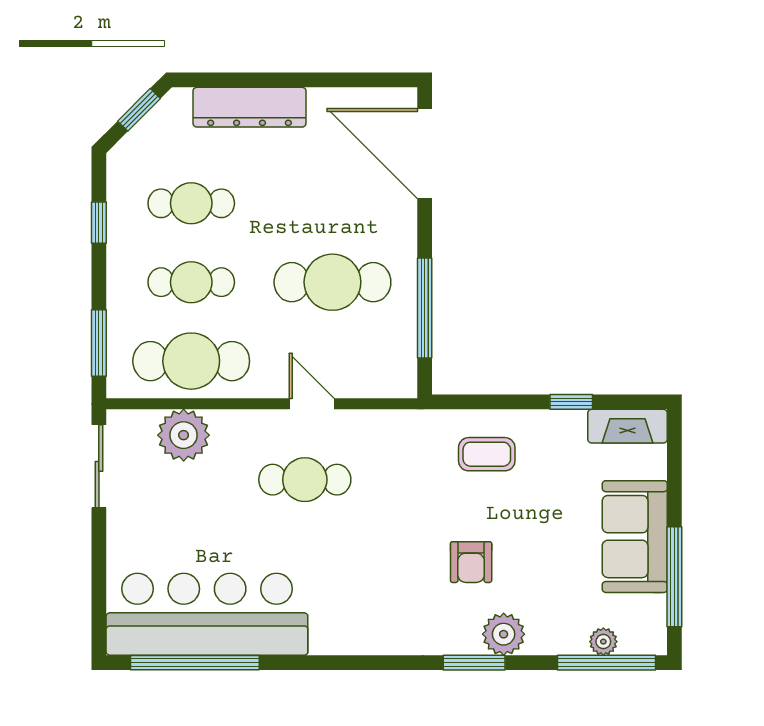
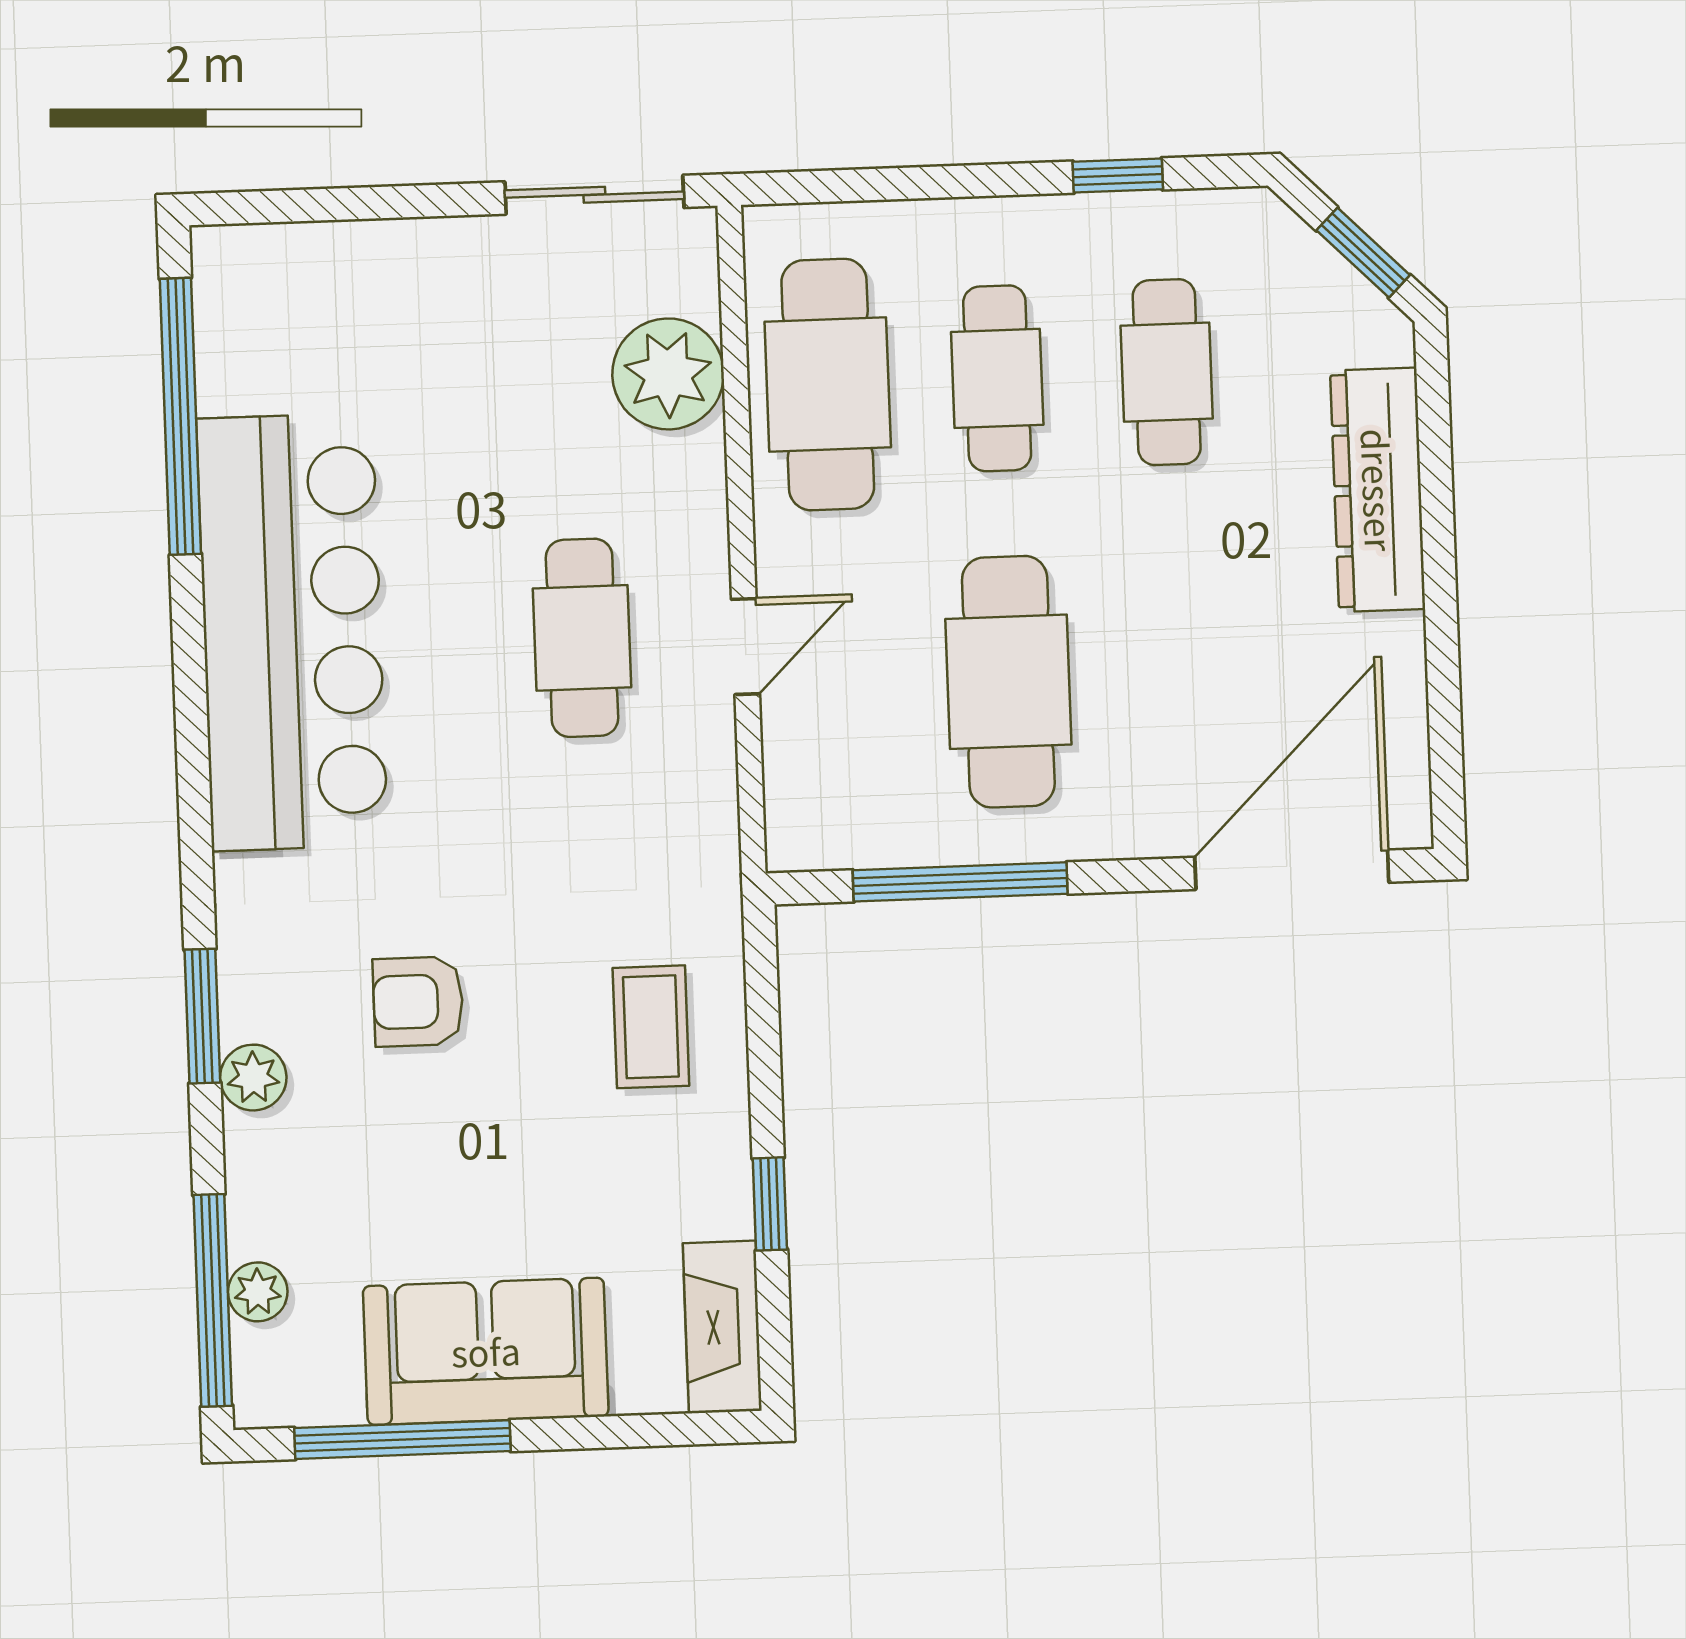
window: (99, 343) -> (859, 185), removed
bar counter: (207, 614) -> (292, 632), moved
plant: (504, 634) -> (253, 1078), width x0.73, depth x0.73

